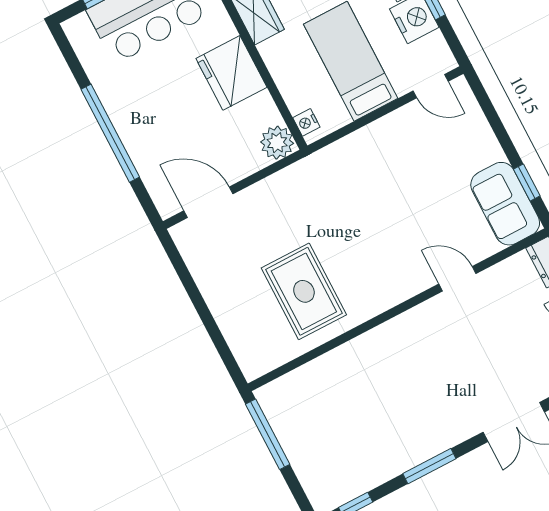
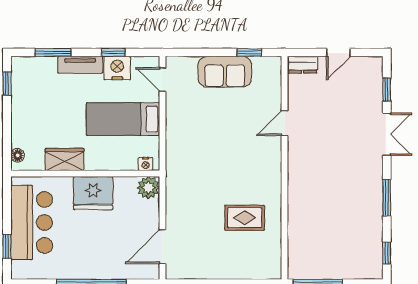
door: (431, 86) -> (162, 79), swing flipped
sofa: (505, 204) -> (225, 72), moved
rug: (304, 291) -> (245, 218), width x0.73, depth x0.70

